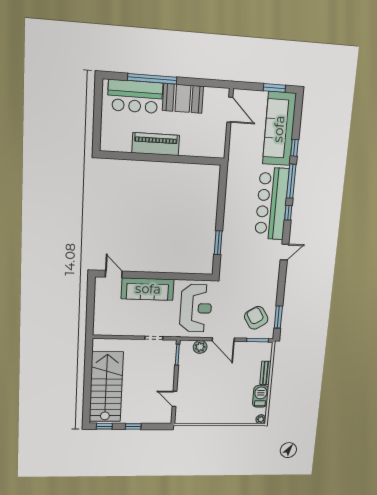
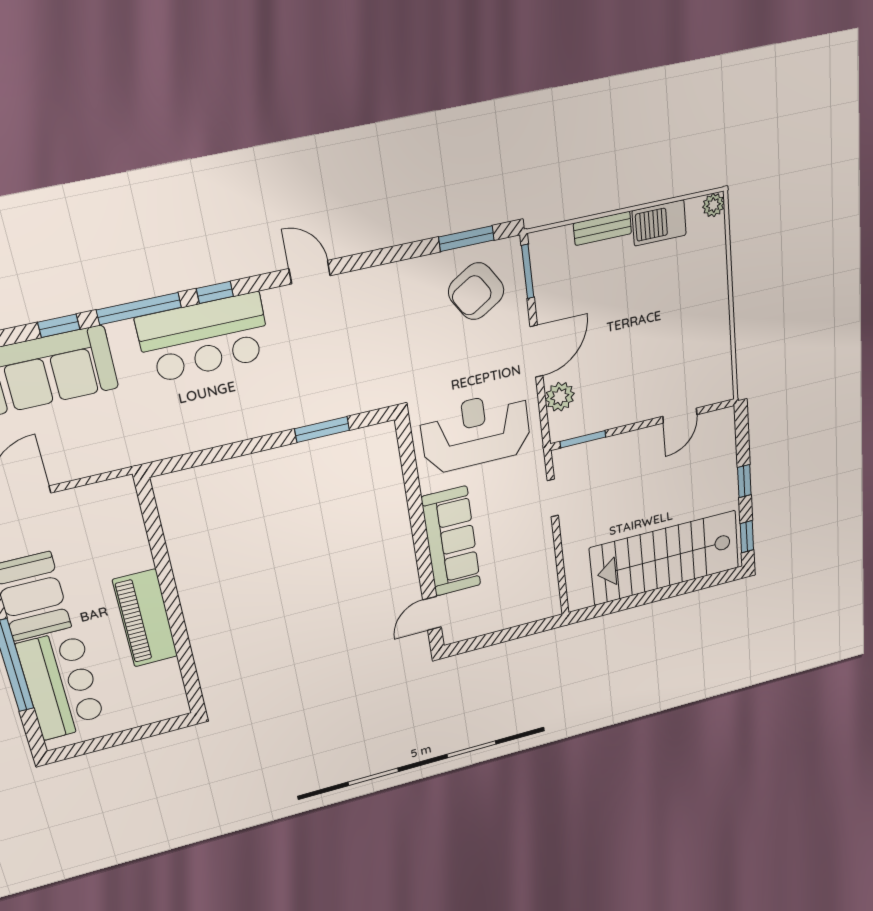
bar counter: (272, 204) -> (204, 338), width x0.73

